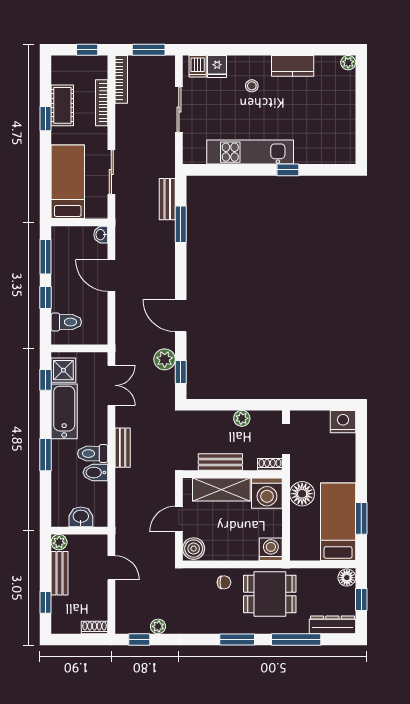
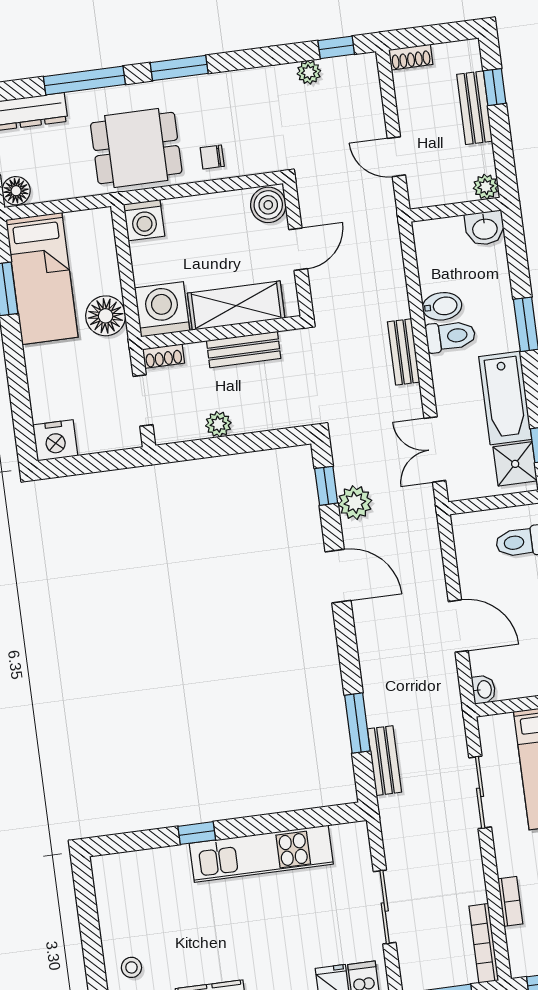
stool: (252, 86) -> (131, 967), moved
bookcase: (102, 103) -> (510, 901), width x0.64
washbasin: (81, 517) -> (485, 228), moved
bench: (60, 573) -> (475, 108), moved

